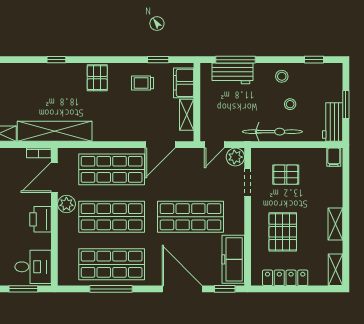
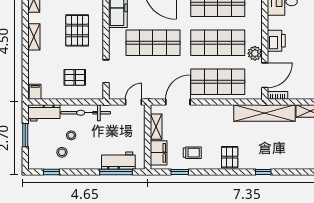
stool: (282, 76) -> (62, 152), moved
workbench: (333, 122) -> (44, 113), moved, turned 90
plant: (235, 157) -> (116, 92), removed

